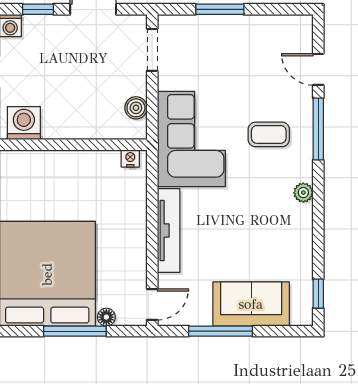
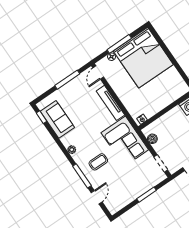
door: (318, 69) -> (97, 197), hinge flipped
sofa: (251, 304) -> (57, 119), moved, turned -90

